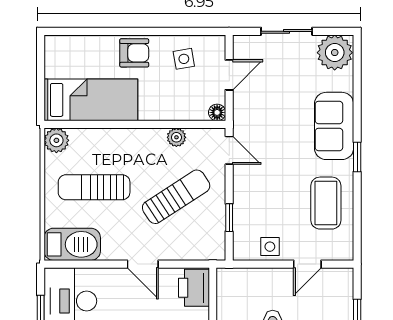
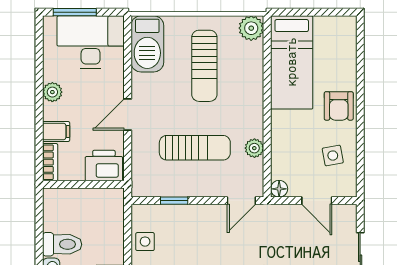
sun lounger: (94, 187) -> (204, 66), turned 180
sun lounger: (176, 197) -> (195, 148), turned -57

